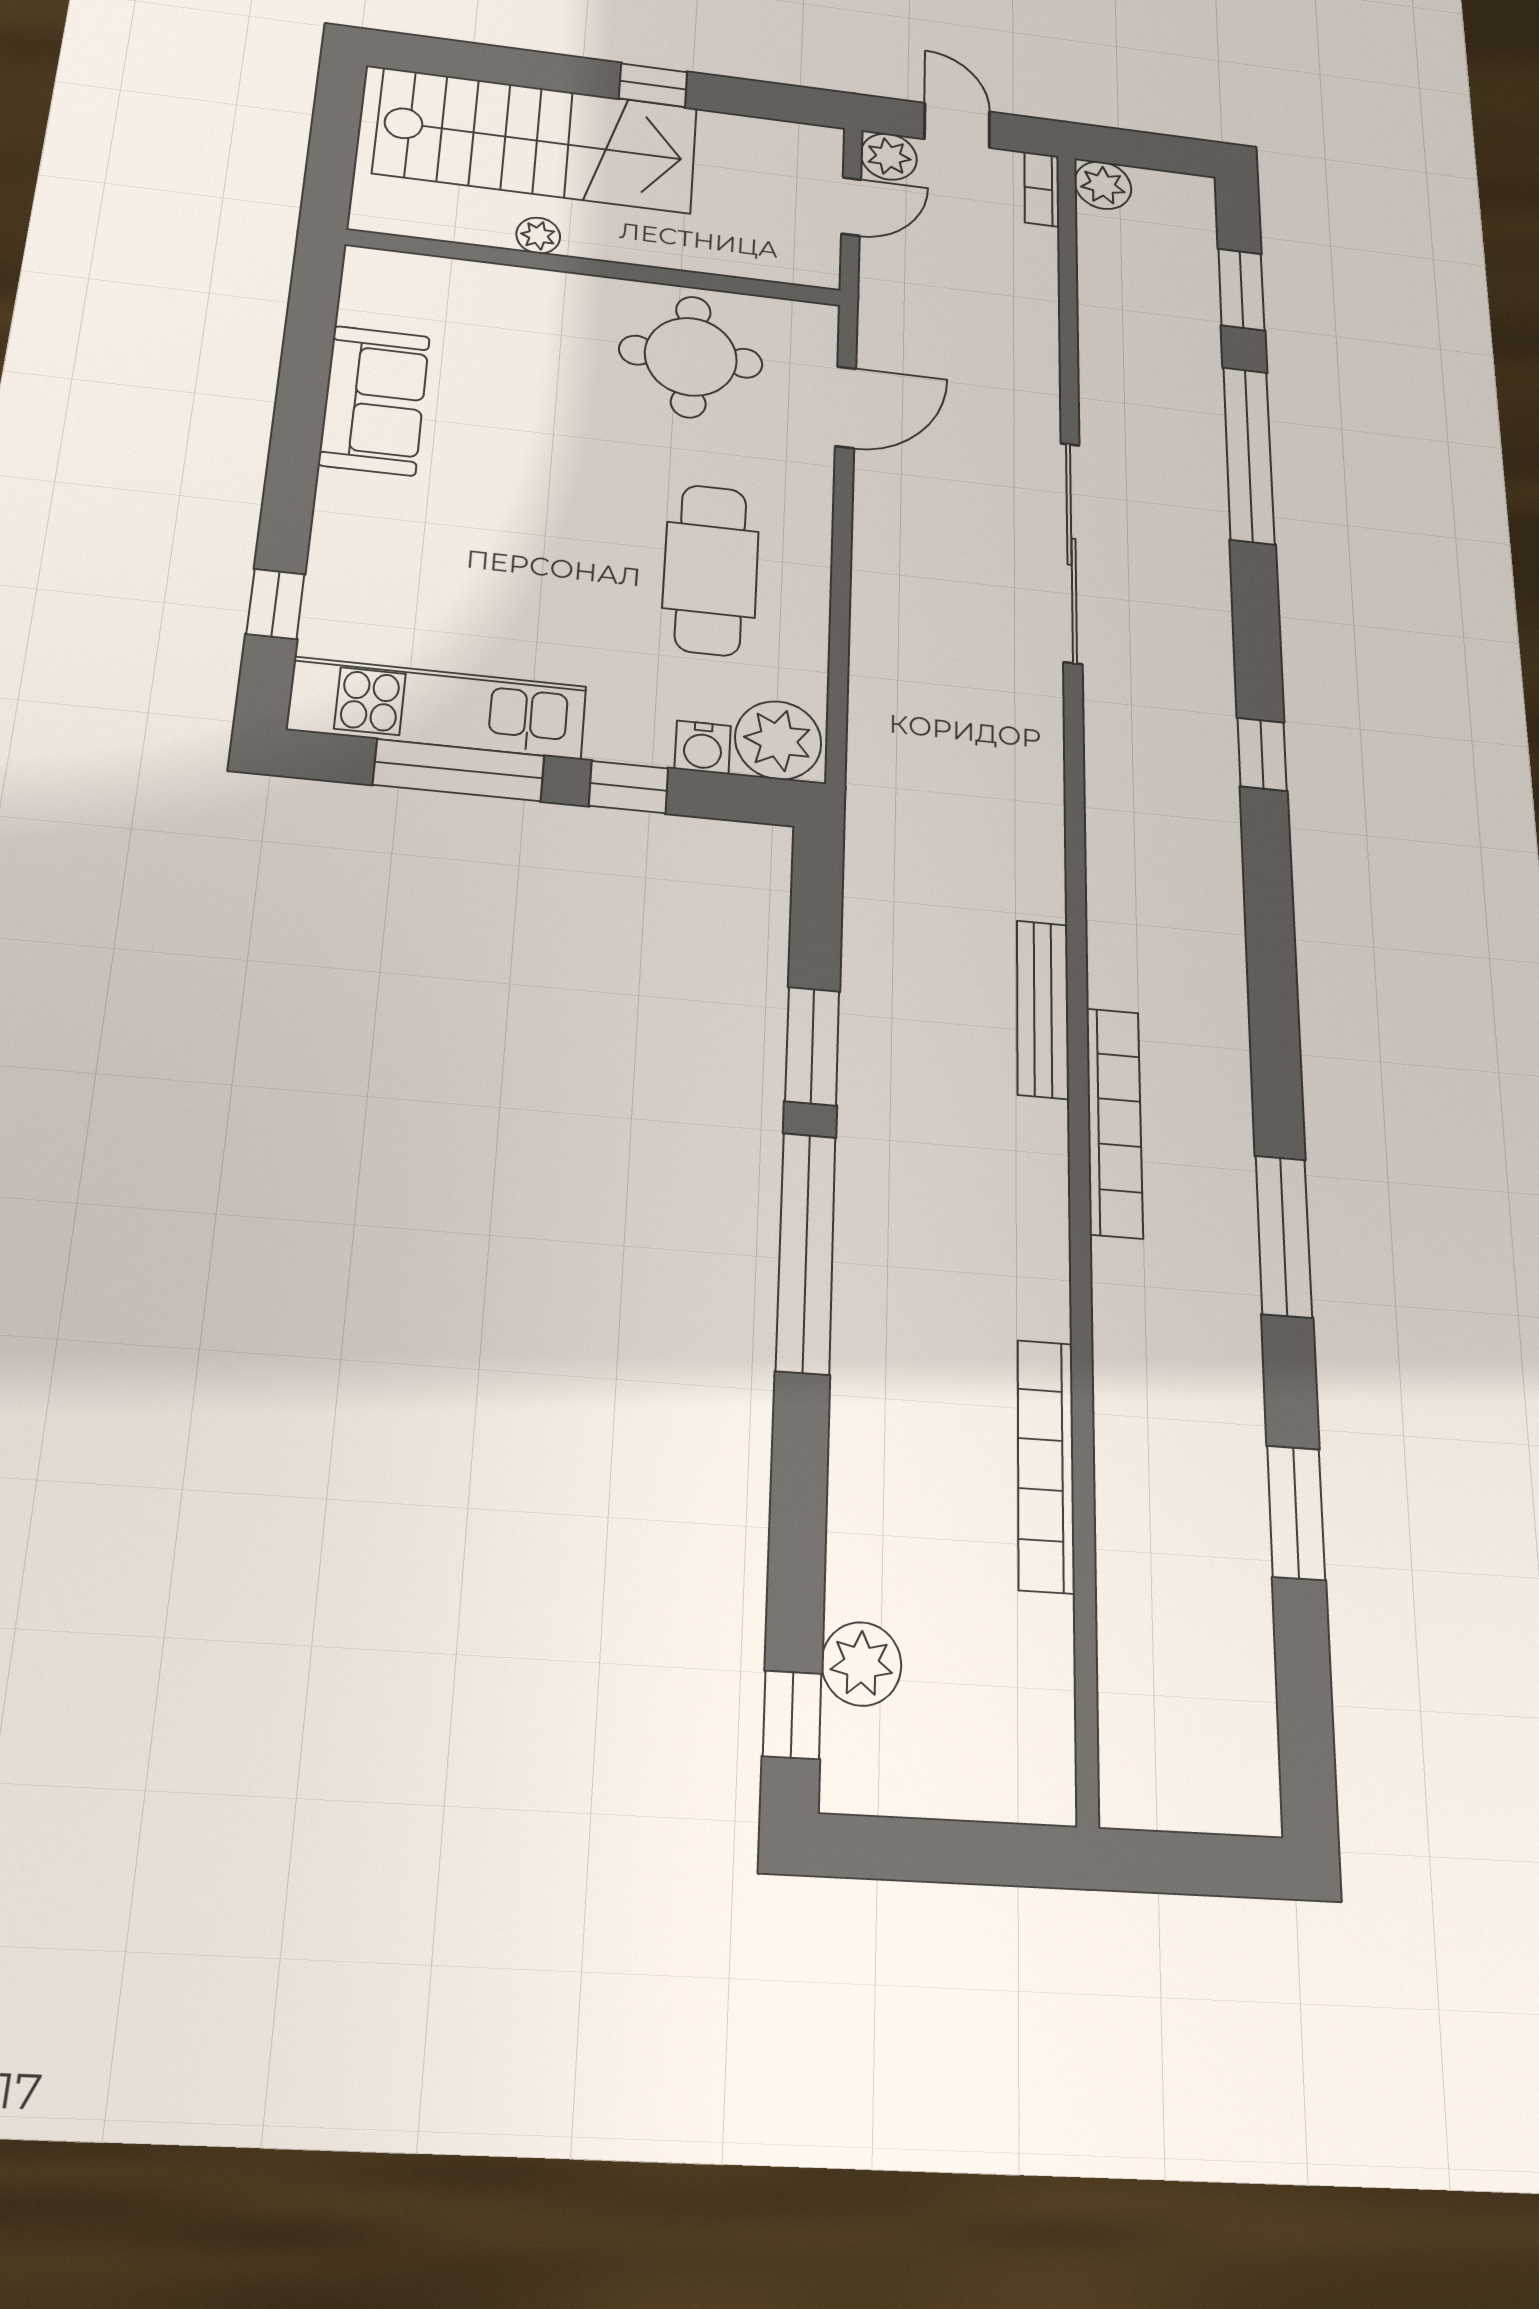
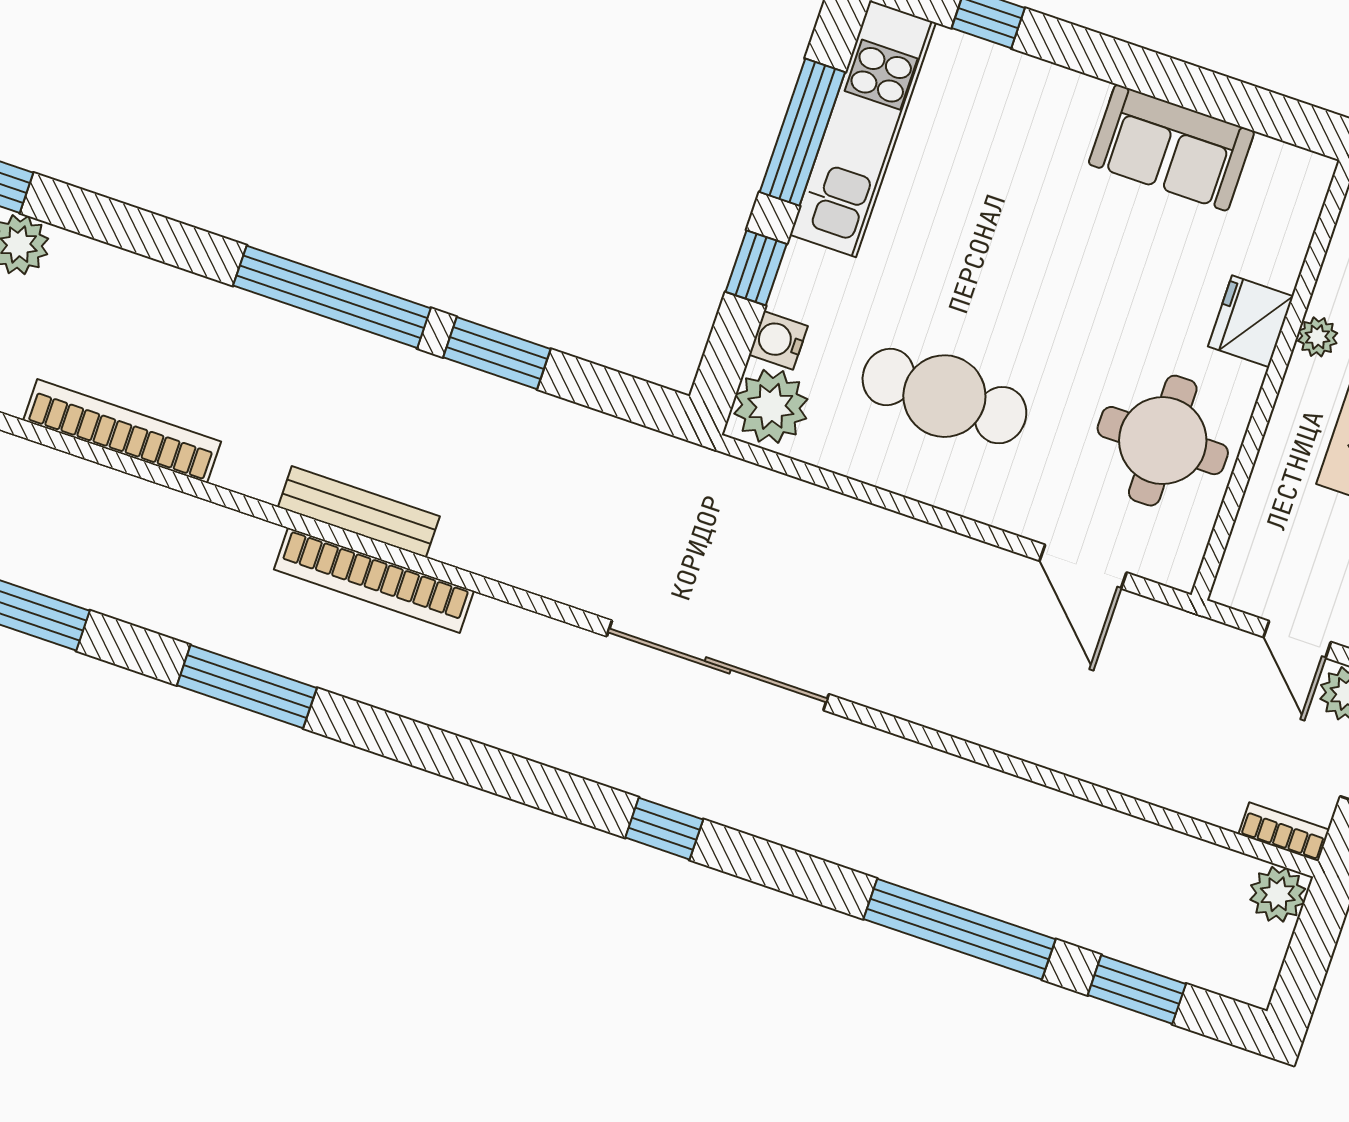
fridge: (540, 298) -> (1251, 321), added
sliding door: (1071, 552) -> (718, 665), moved
bench: (1043, 1009) -> (359, 512), moved

